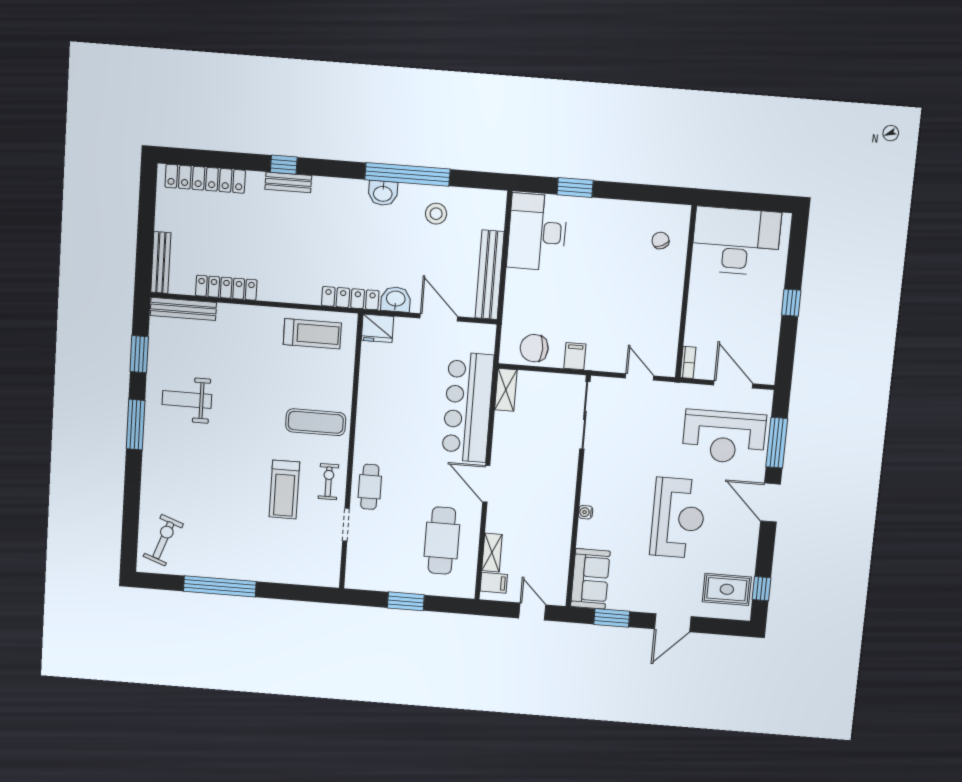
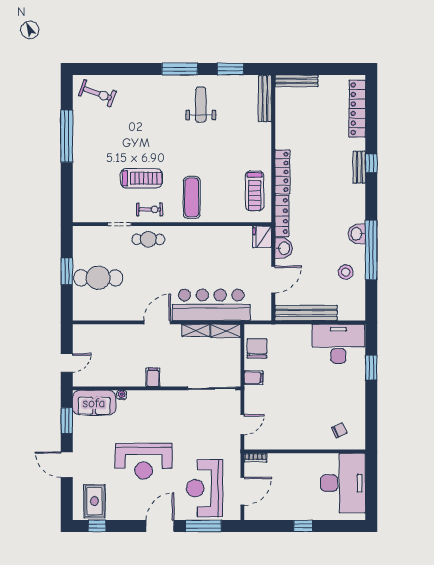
locker: (226, 288) -> (282, 172), moved
treadmill: (284, 489) -> (141, 178), turned 180
water cooler: (586, 512) -> (122, 395), moved
cafe table: (442, 541) -> (98, 278), moved
shelving: (492, 552) -> (196, 330), moved
filing cabinet: (494, 583) -> (153, 377), moved, turned 180

